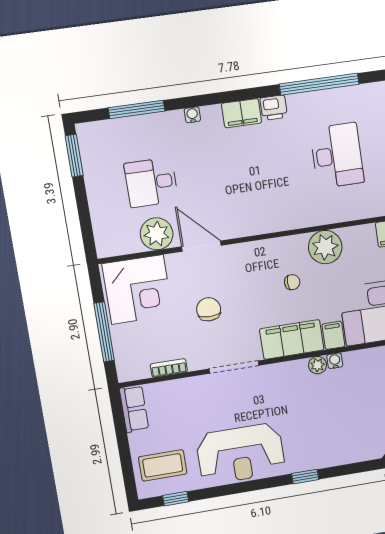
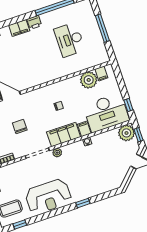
desk: (337, 156) -> (70, 40), turned 180
plant: (325, 247) -> (89, 80), moved
plant: (318, 365) -> (57, 153), moved

